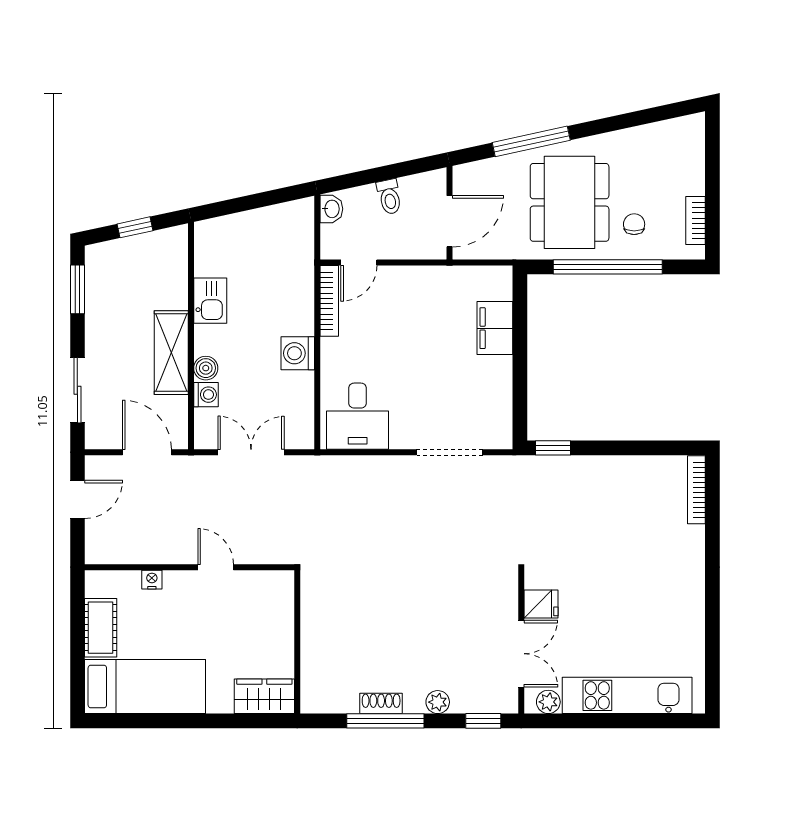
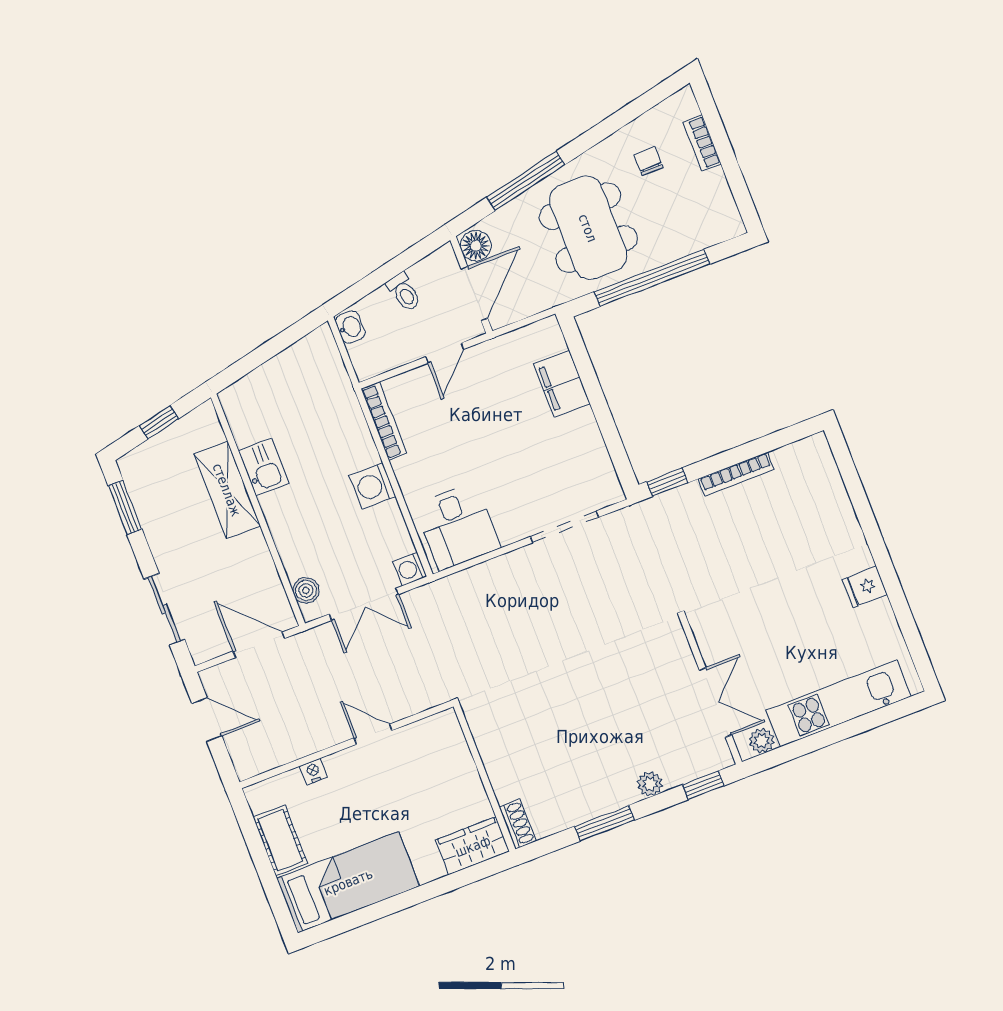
floor lamp: (467, 181) -> (476, 246), added
bookcase: (696, 221) -> (702, 143), moved
chair: (634, 224) -> (649, 161), moved
door: (359, 263) -> (445, 353), moved
shelving: (171, 353) -> (227, 490), moved
boiler: (206, 368) -> (306, 590), moved
washing machine: (206, 395) -> (410, 569), moved, turned 180
double door: (251, 452) -> (364, 604), swing flipped
bookcase: (696, 490) -> (736, 474), moved, turned -90
door: (77, 499) -> (207, 720), hinge flipped
fridge: (541, 604) -> (865, 587), moved, turned 180
shoe rack: (381, 703) -> (518, 824), moved, turned 90
window: (385, 721) -> (604, 823), width x0.69

